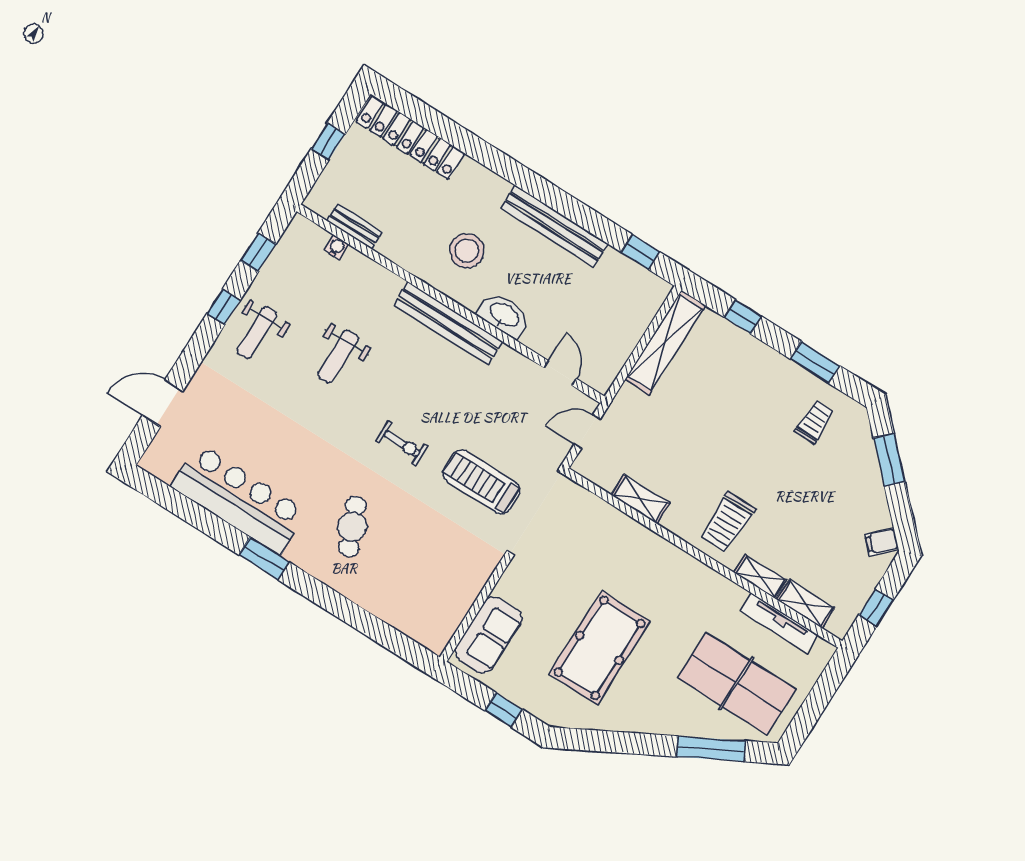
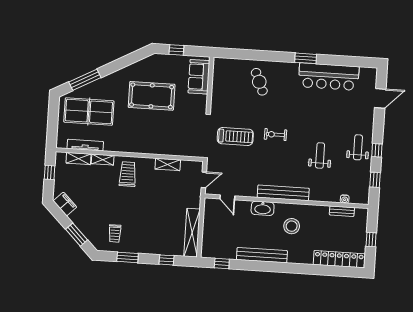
cafe table: (352, 527) -> (259, 82), moved
filing cabinet: (882, 541) -> (65, 204), width x2.00
pool table: (600, 648) -> (152, 96), turned 90

